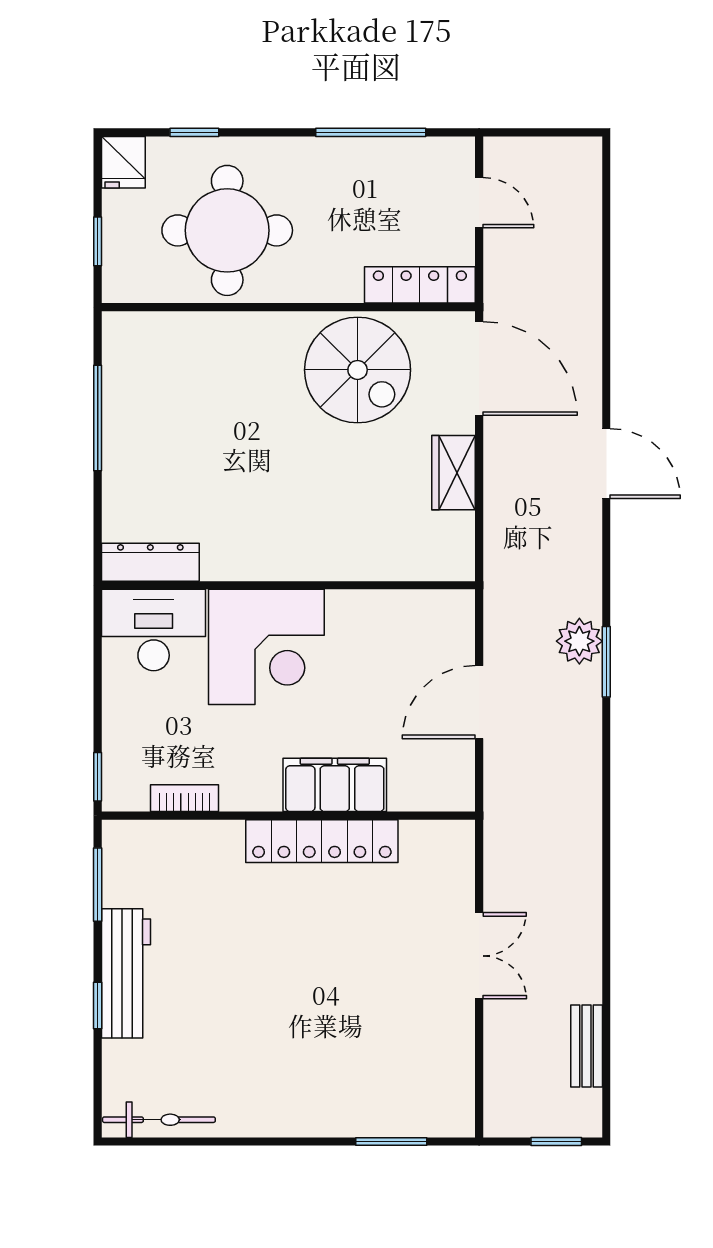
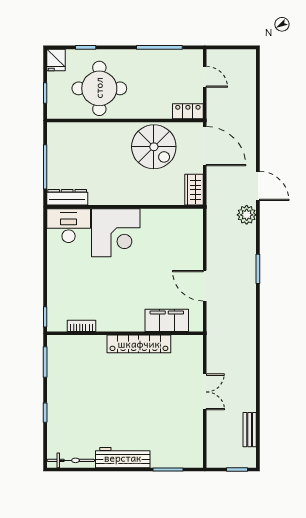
locker: (420, 285) -> (188, 111), width x0.66
dresser: (150, 562) -> (67, 197), moved
wall: (288, 585) -> (125, 207), moved
desk: (154, 630) -> (69, 226), moved
plant: (579, 641) -> (247, 215), moved
corner desk: (266, 647) -> (116, 233), moved
door: (479, 702) -> (205, 286), hinge flipped
filing cabinet: (335, 785) -> (167, 320), moved
workbench: (126, 973) -> (123, 458), moved, turned -90

